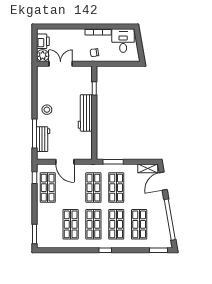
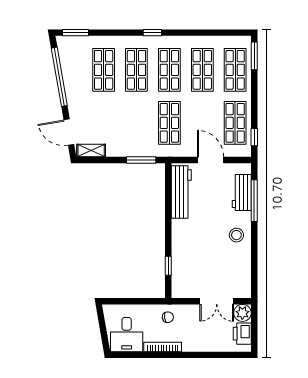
workbench: (85, 113) -> (181, 192), moved
door: (163, 181) -> (69, 132), swing flipped
shop shelf: (116, 188) -> (235, 70), moved

